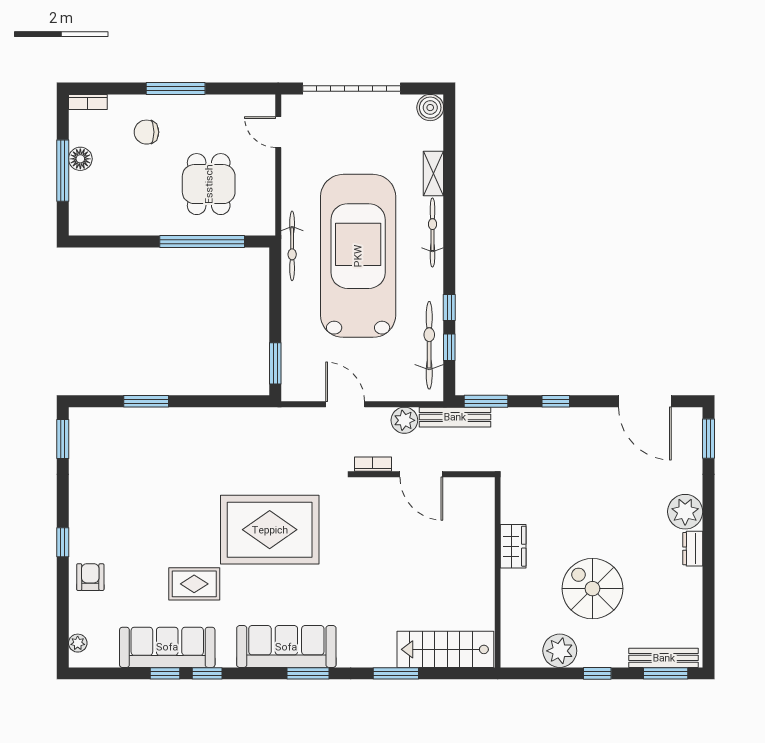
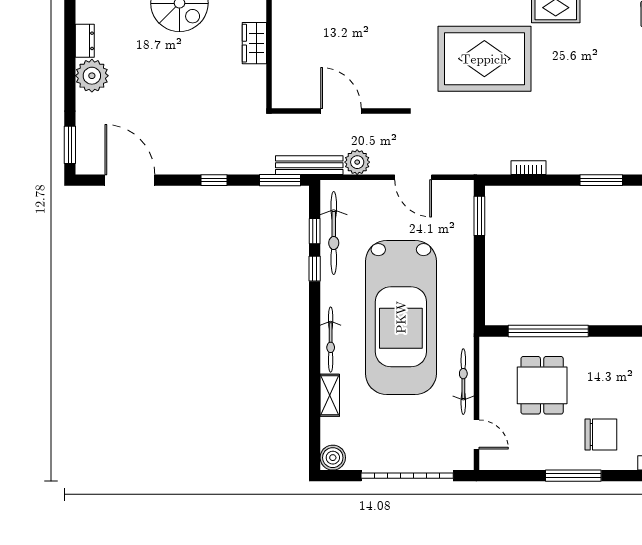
chair: (146, 132) -> (601, 434), width x1.37, depth x1.37
bicycle: (292, 246) -> (463, 382), moved
bookcase: (373, 464) -> (529, 168), moved, turned 180

